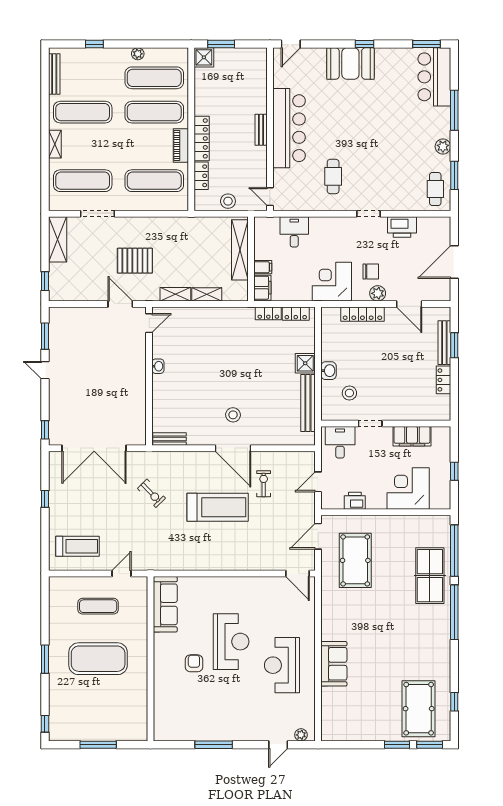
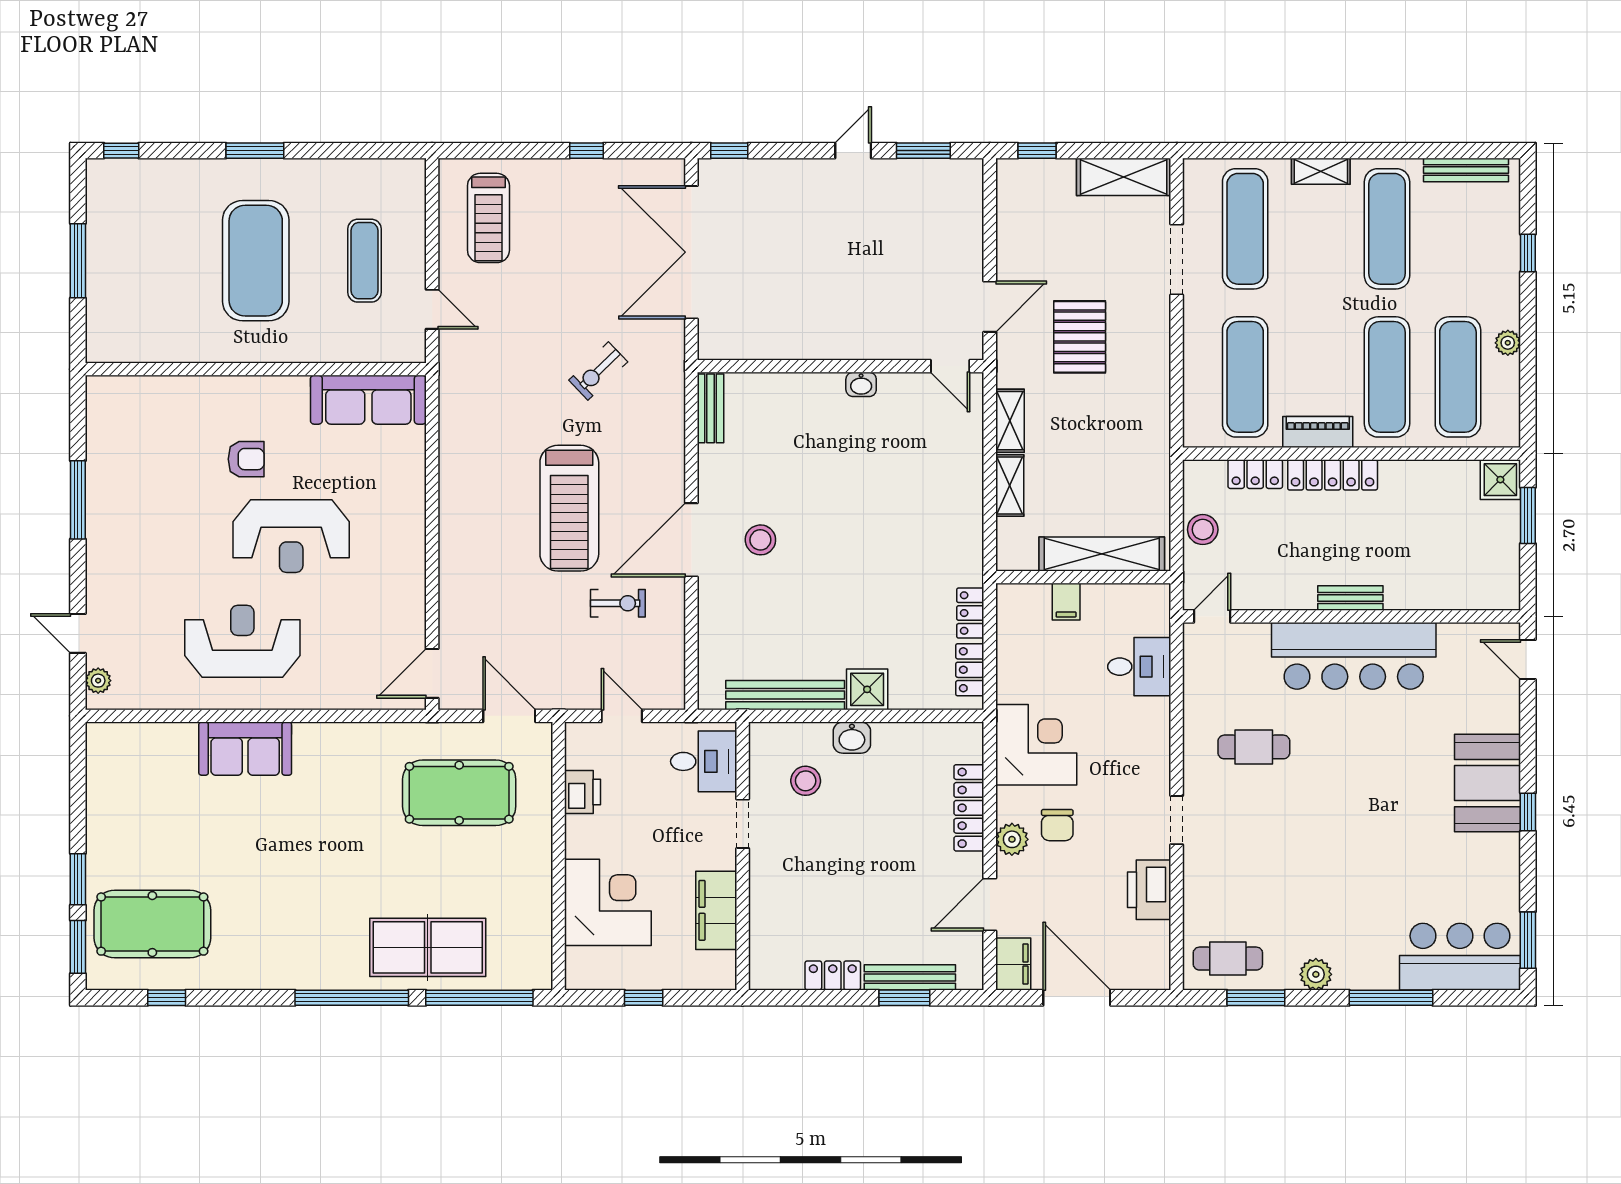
filing cabinet: (262, 288) -> (1013, 964), moved, turned -90

